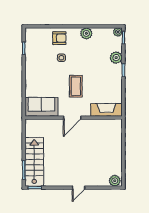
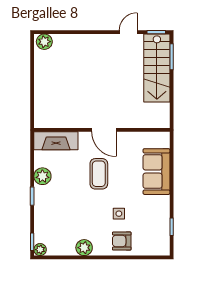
plant: (116, 58) -> (42, 176), moved
sofa: (41, 107) -> (156, 172), moved, turned 90
door: (72, 118) -> (104, 130), swing flipped
door: (79, 188) -> (128, 32), moved

